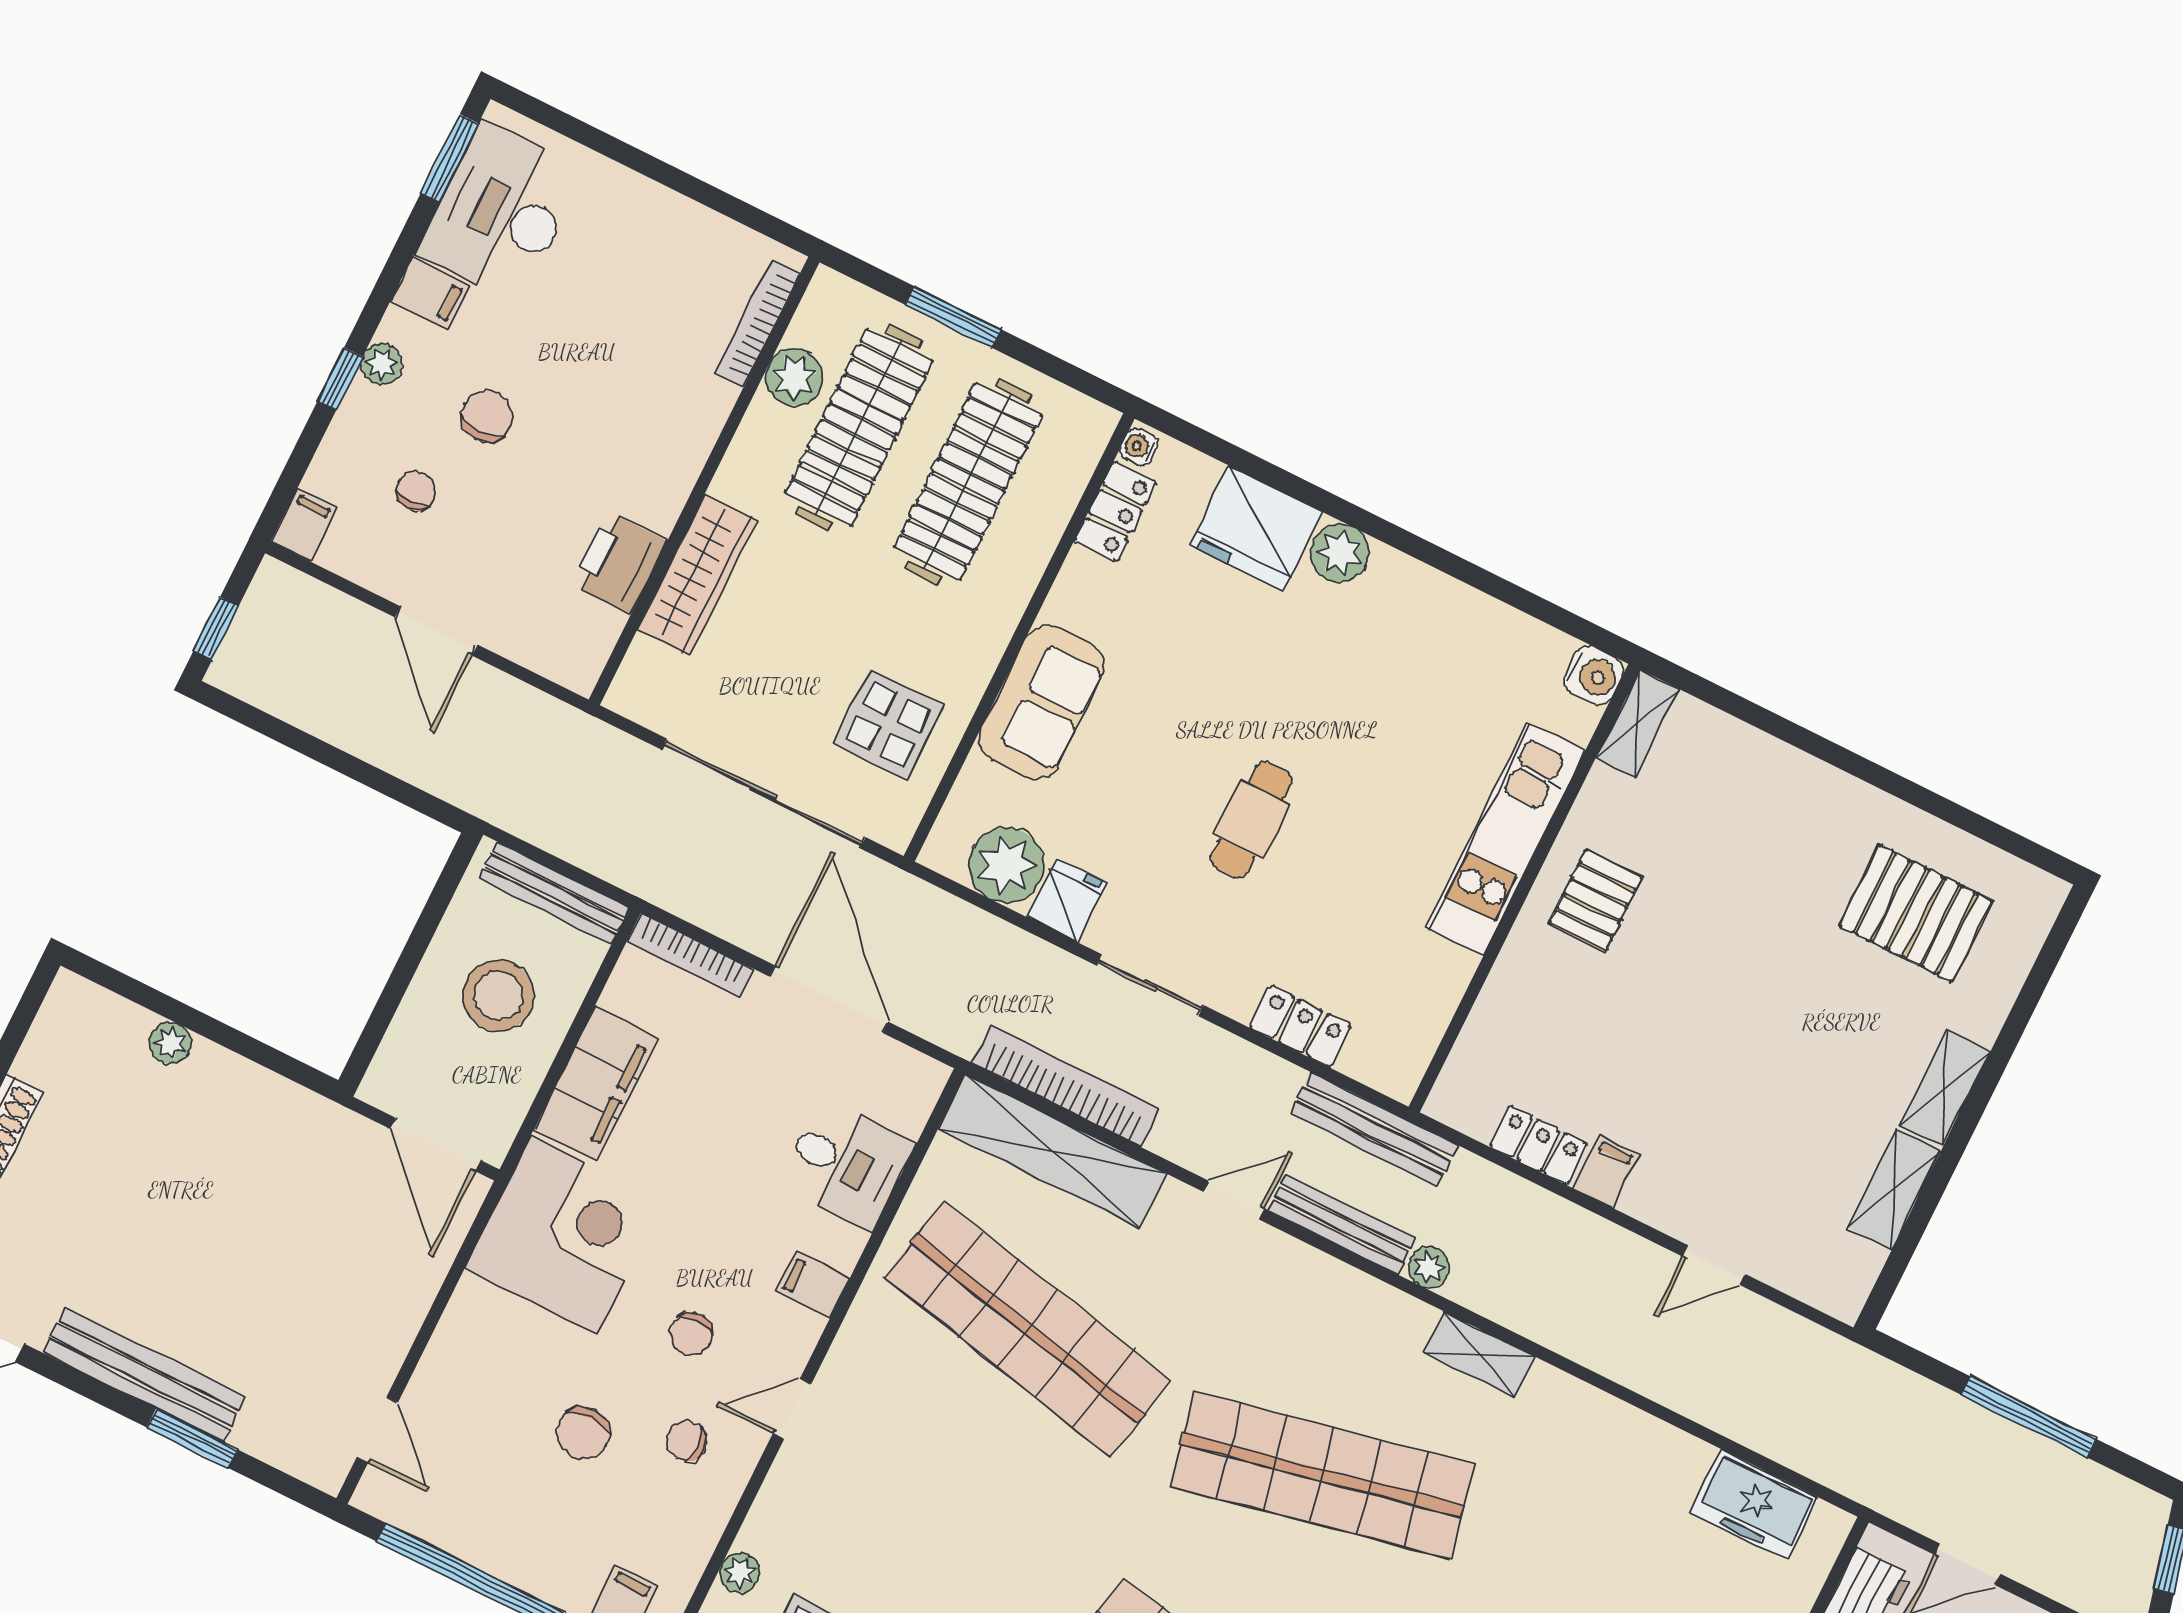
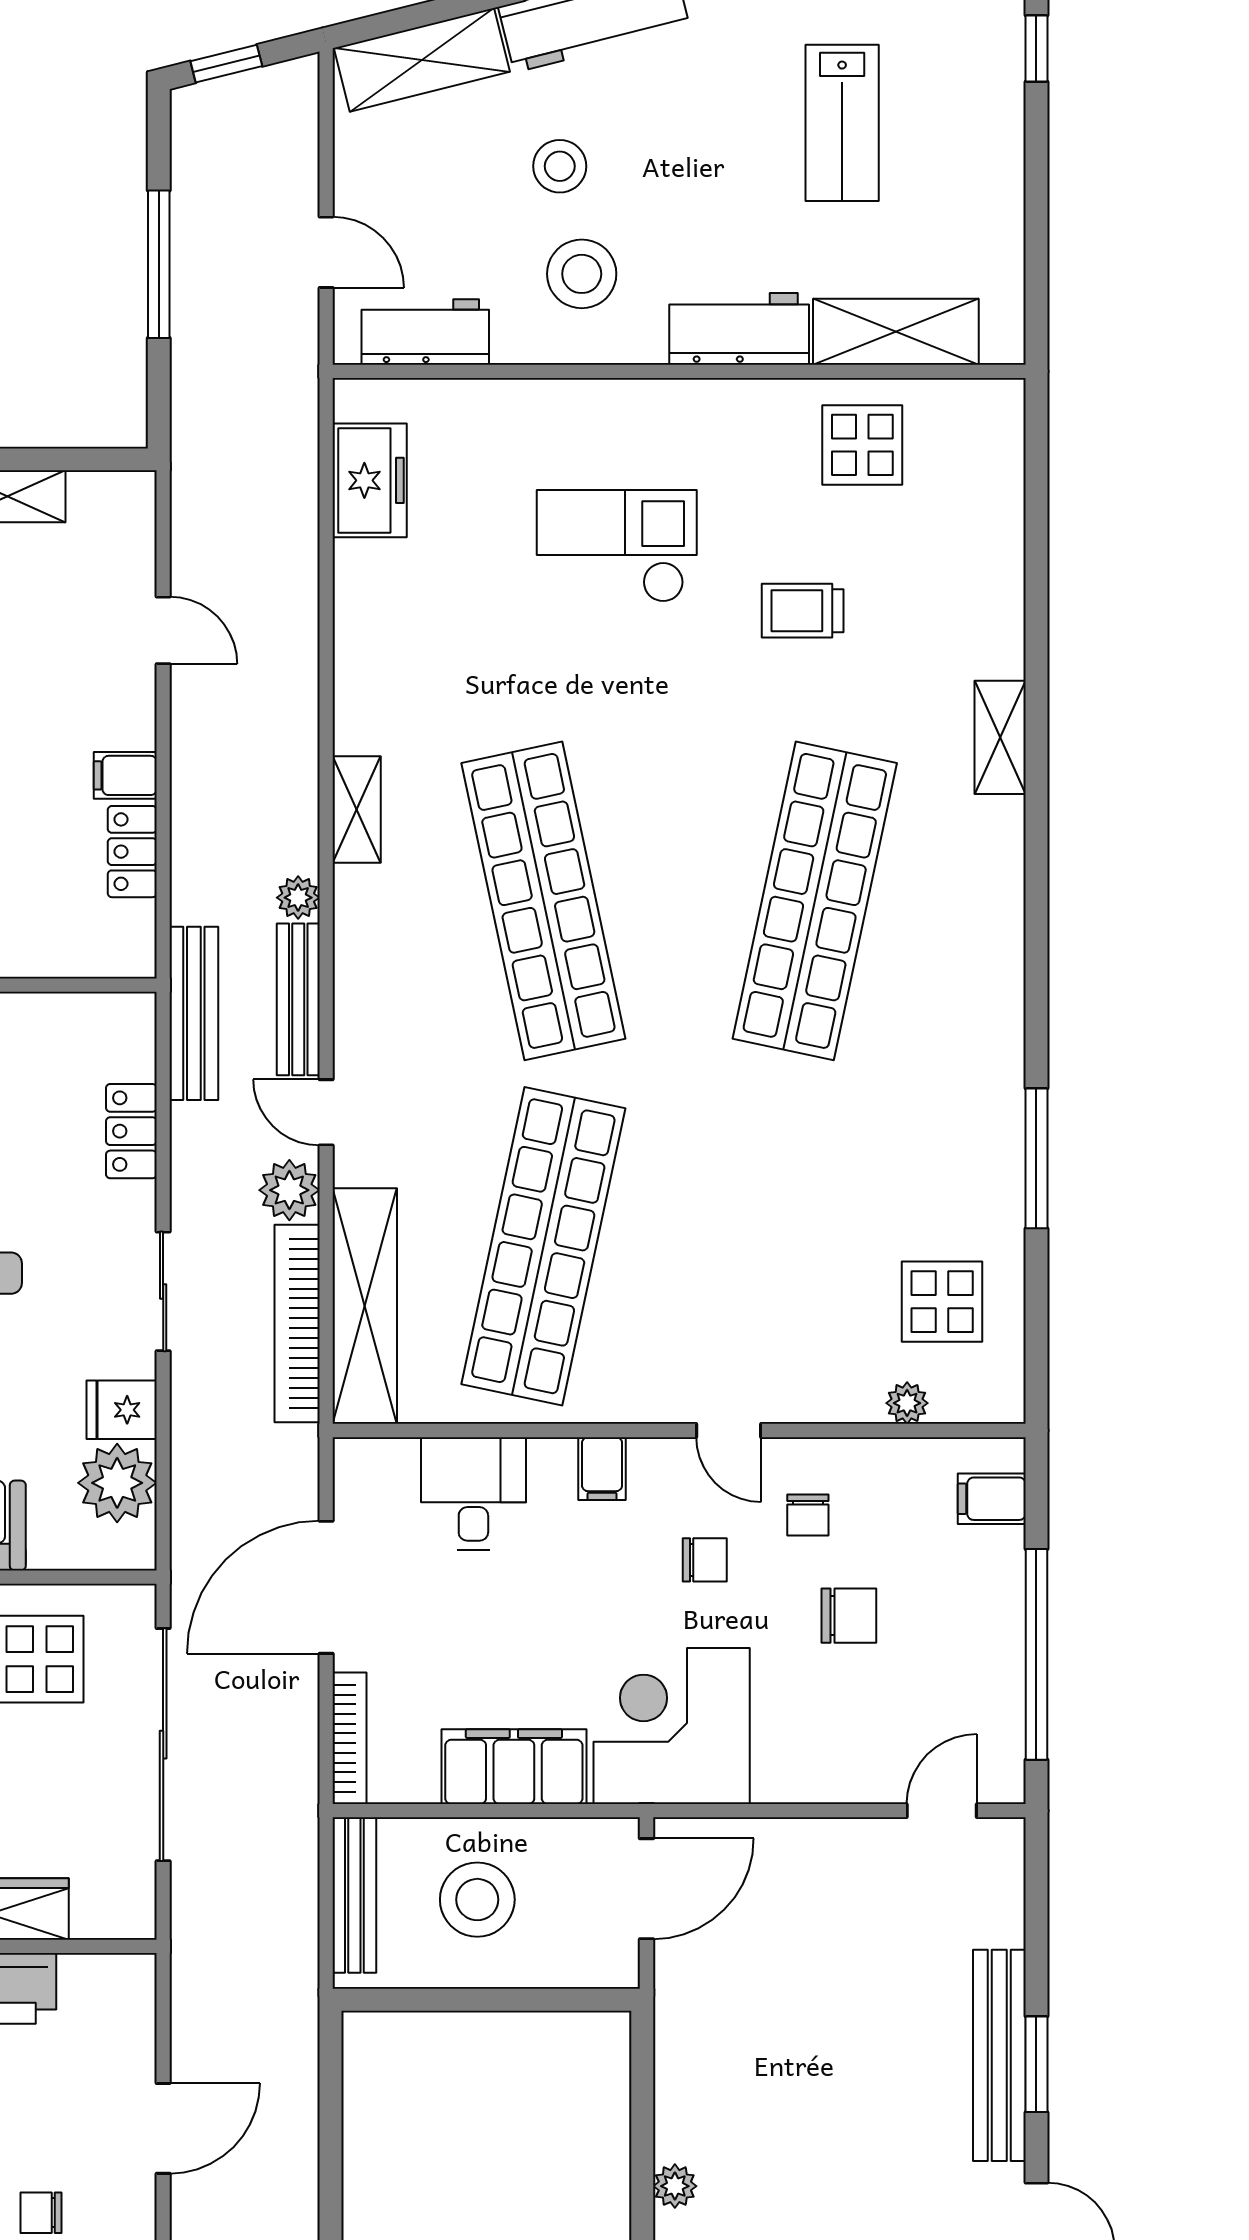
plant: (1183, 1136) -> (289, 1190), added
window: (192, 1438) -> (1036, 2064), moved

